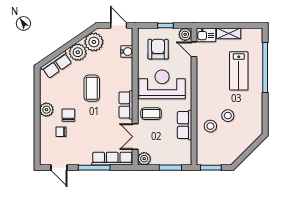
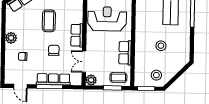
coffee table: (151, 114) -> (118, 77), moved
chair: (68, 115) -> (54, 50), moved
stool: (210, 126) -> (156, 75), moved
row of seats: (112, 159) -> (53, 79), moved

